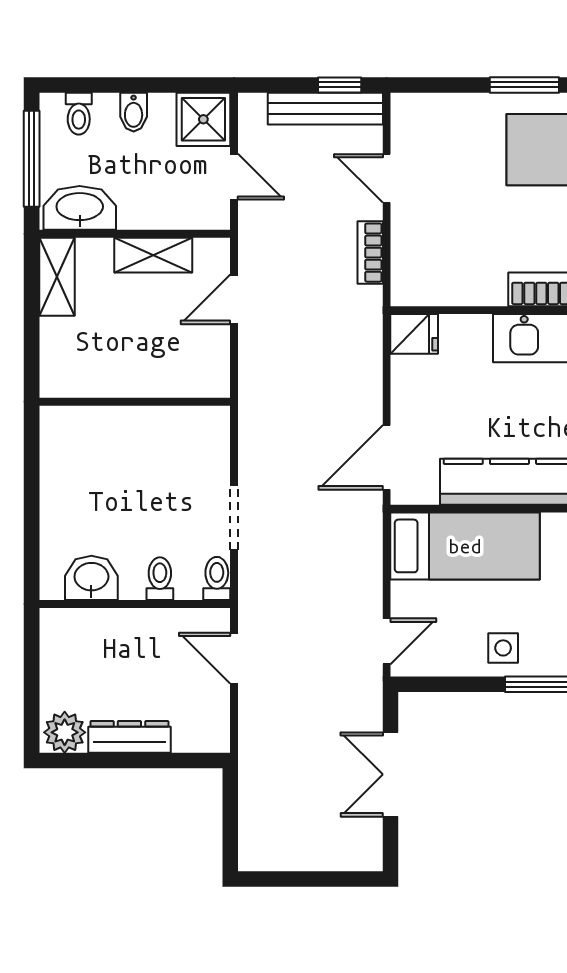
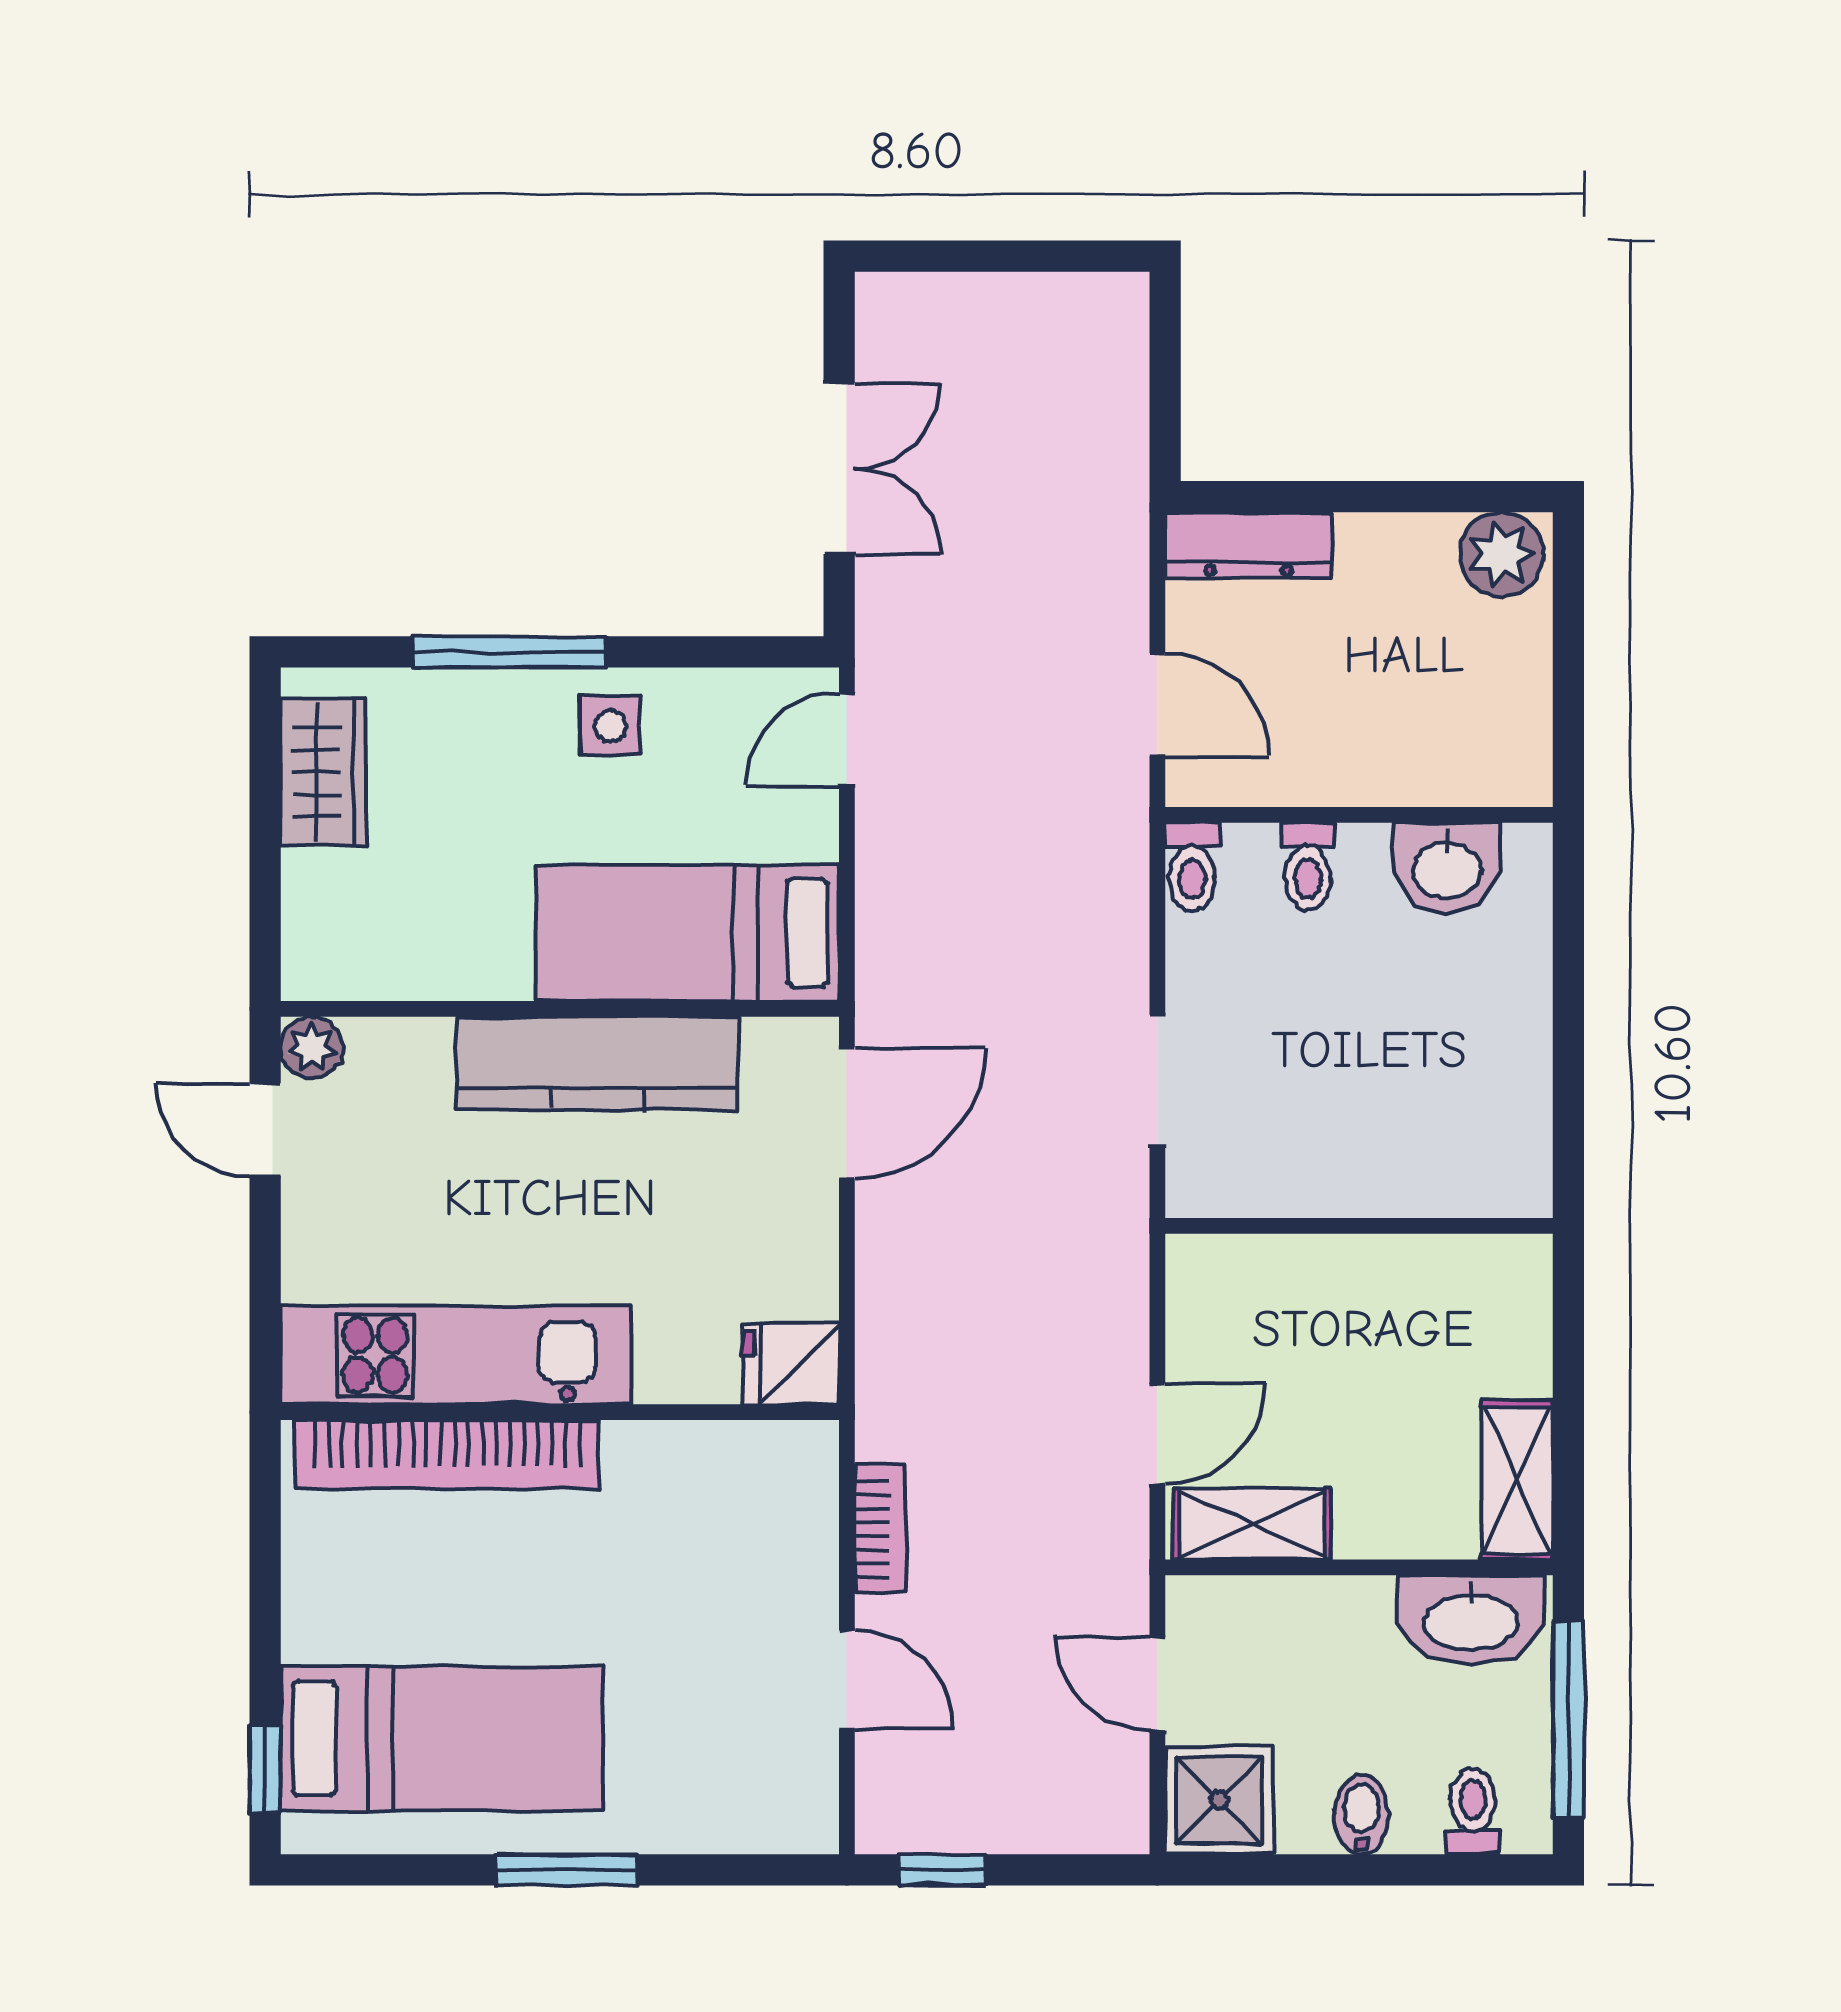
bench: (325, 109) -> (971, 1822), removed
shelving: (153, 255) -> (1252, 1524), moved
doorway: (234, 518) -> (1157, 1081), moved
dresser: (129, 737) -> (1248, 545), moved

